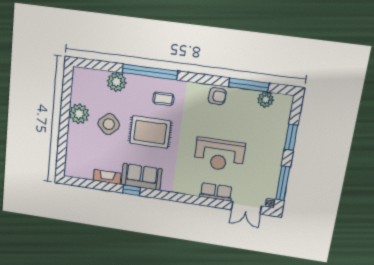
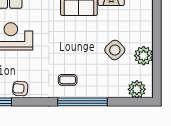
plant: (117, 82) -> (137, 89), moved
rug: (150, 132) -> (76, 48), removed

